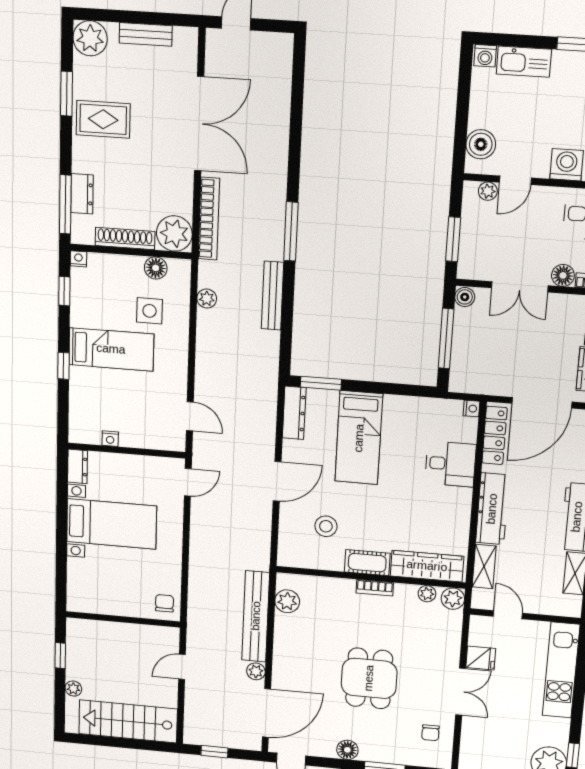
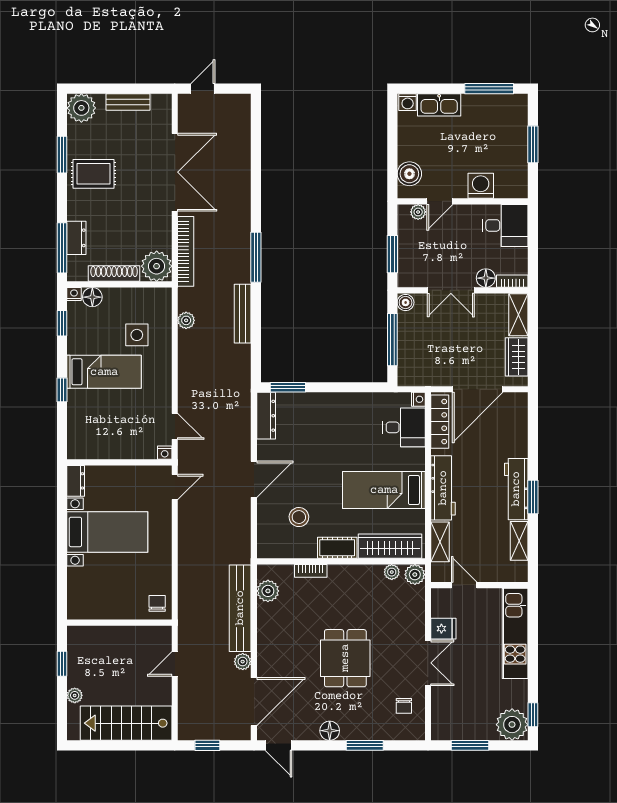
floor lamp: (156, 268) -> (92, 297), moved
bed: (359, 438) -> (384, 490), moved, turned 90
nightstand: (110, 439) -> (165, 453), moved
desk: (450, 464) -> (404, 427), moved
bookcase: (375, 588) -> (311, 571), moved

